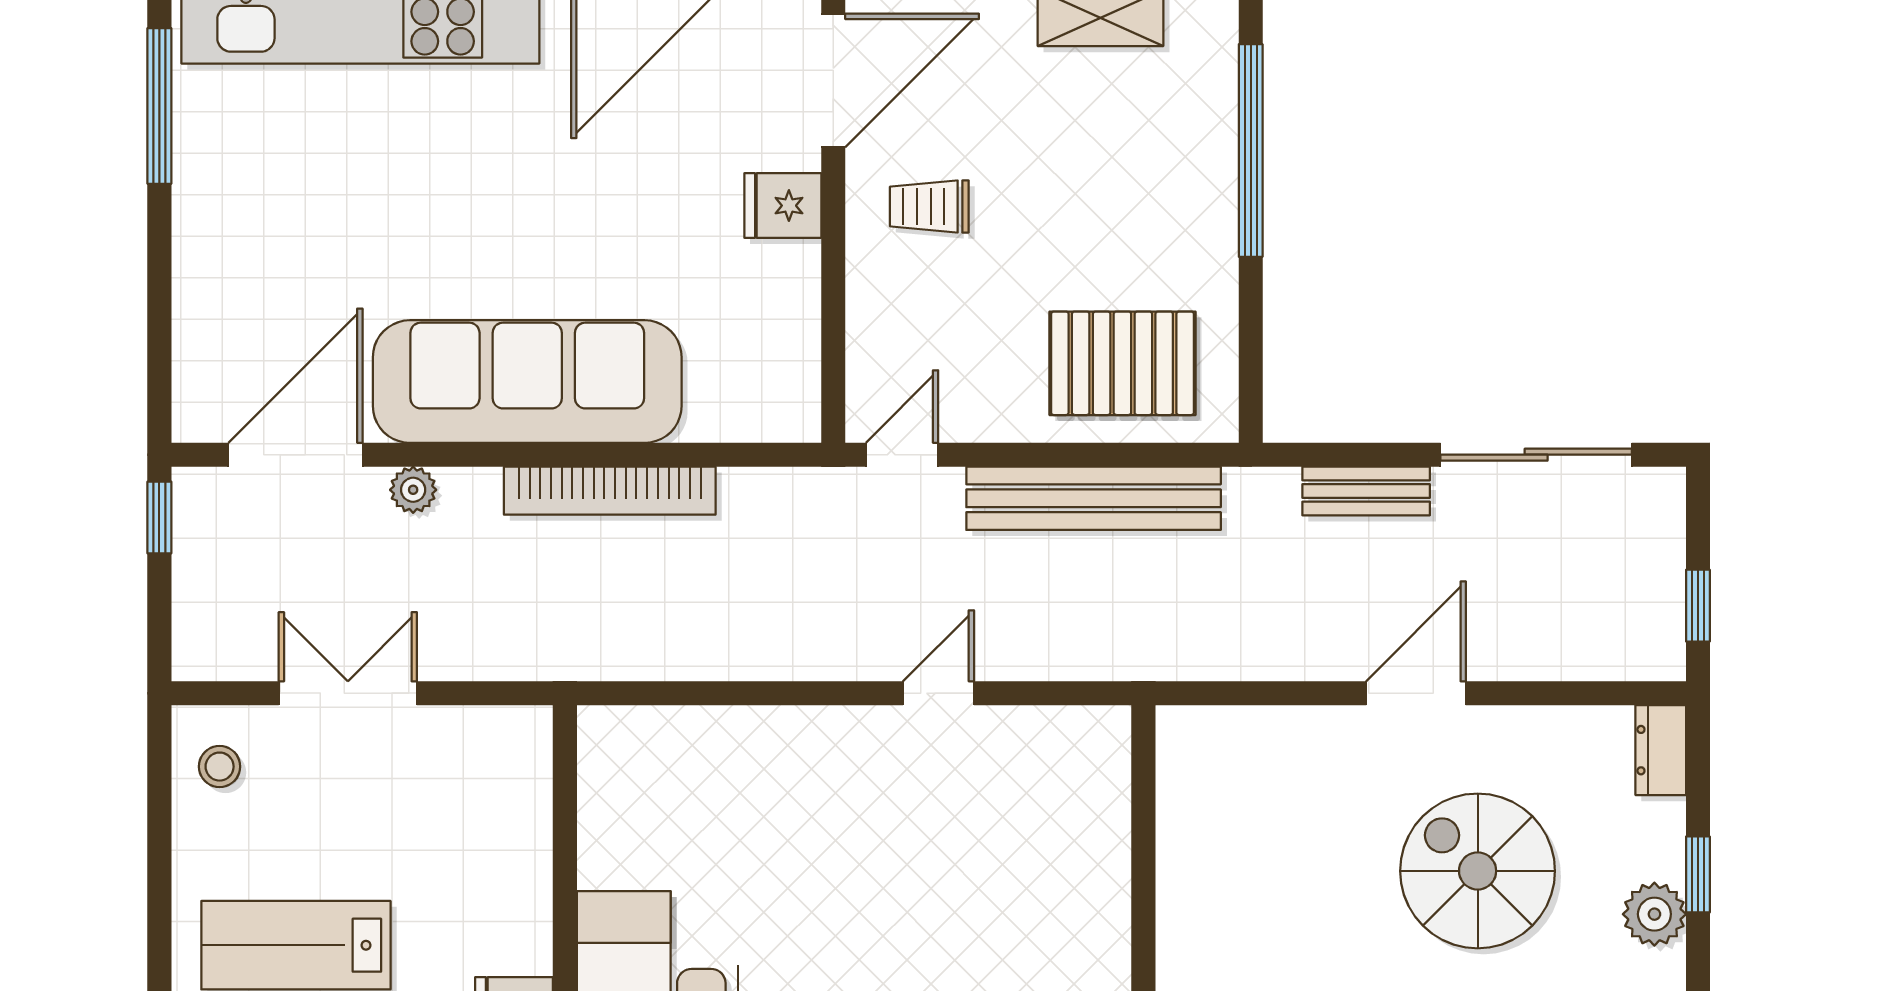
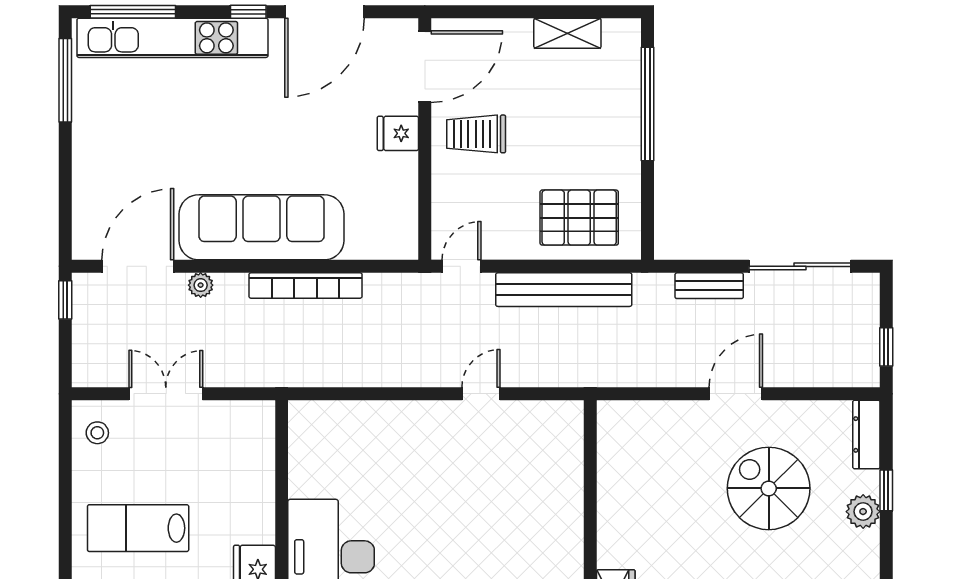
trolley: (929, 207) -> (476, 134), width x1.36, depth x1.39
dresser: (1661, 750) -> (866, 434), width x1.44

